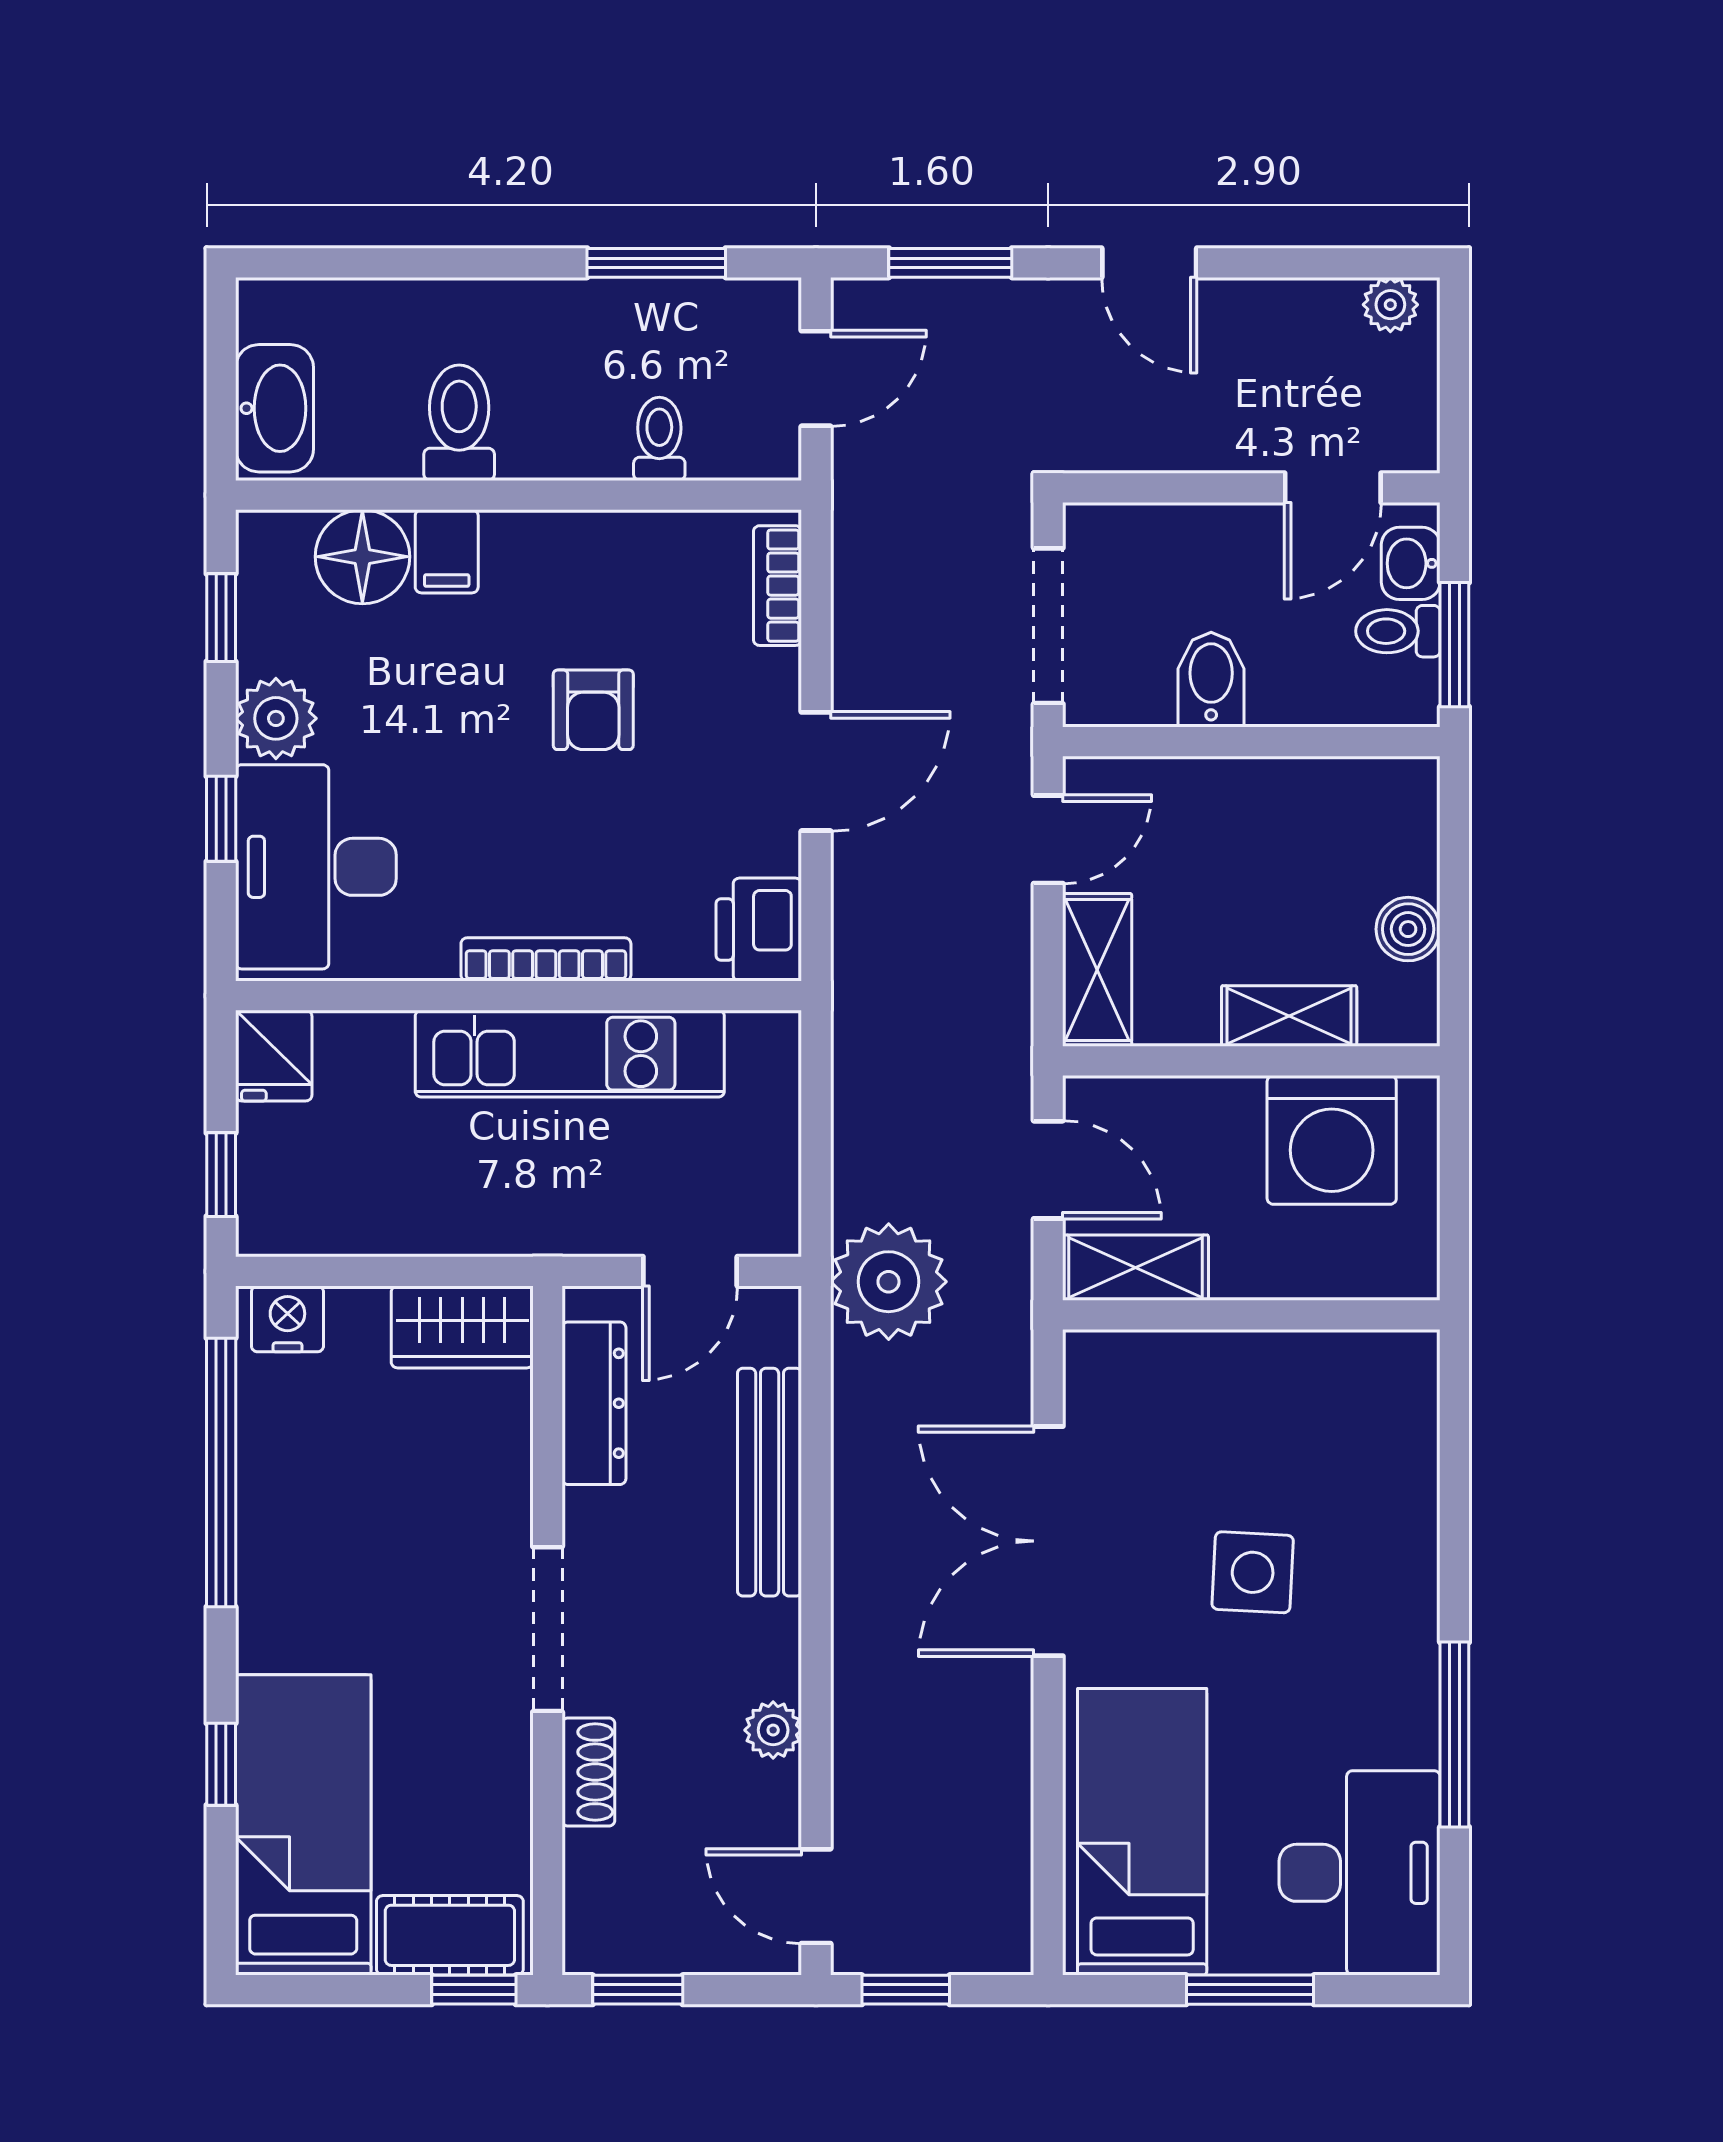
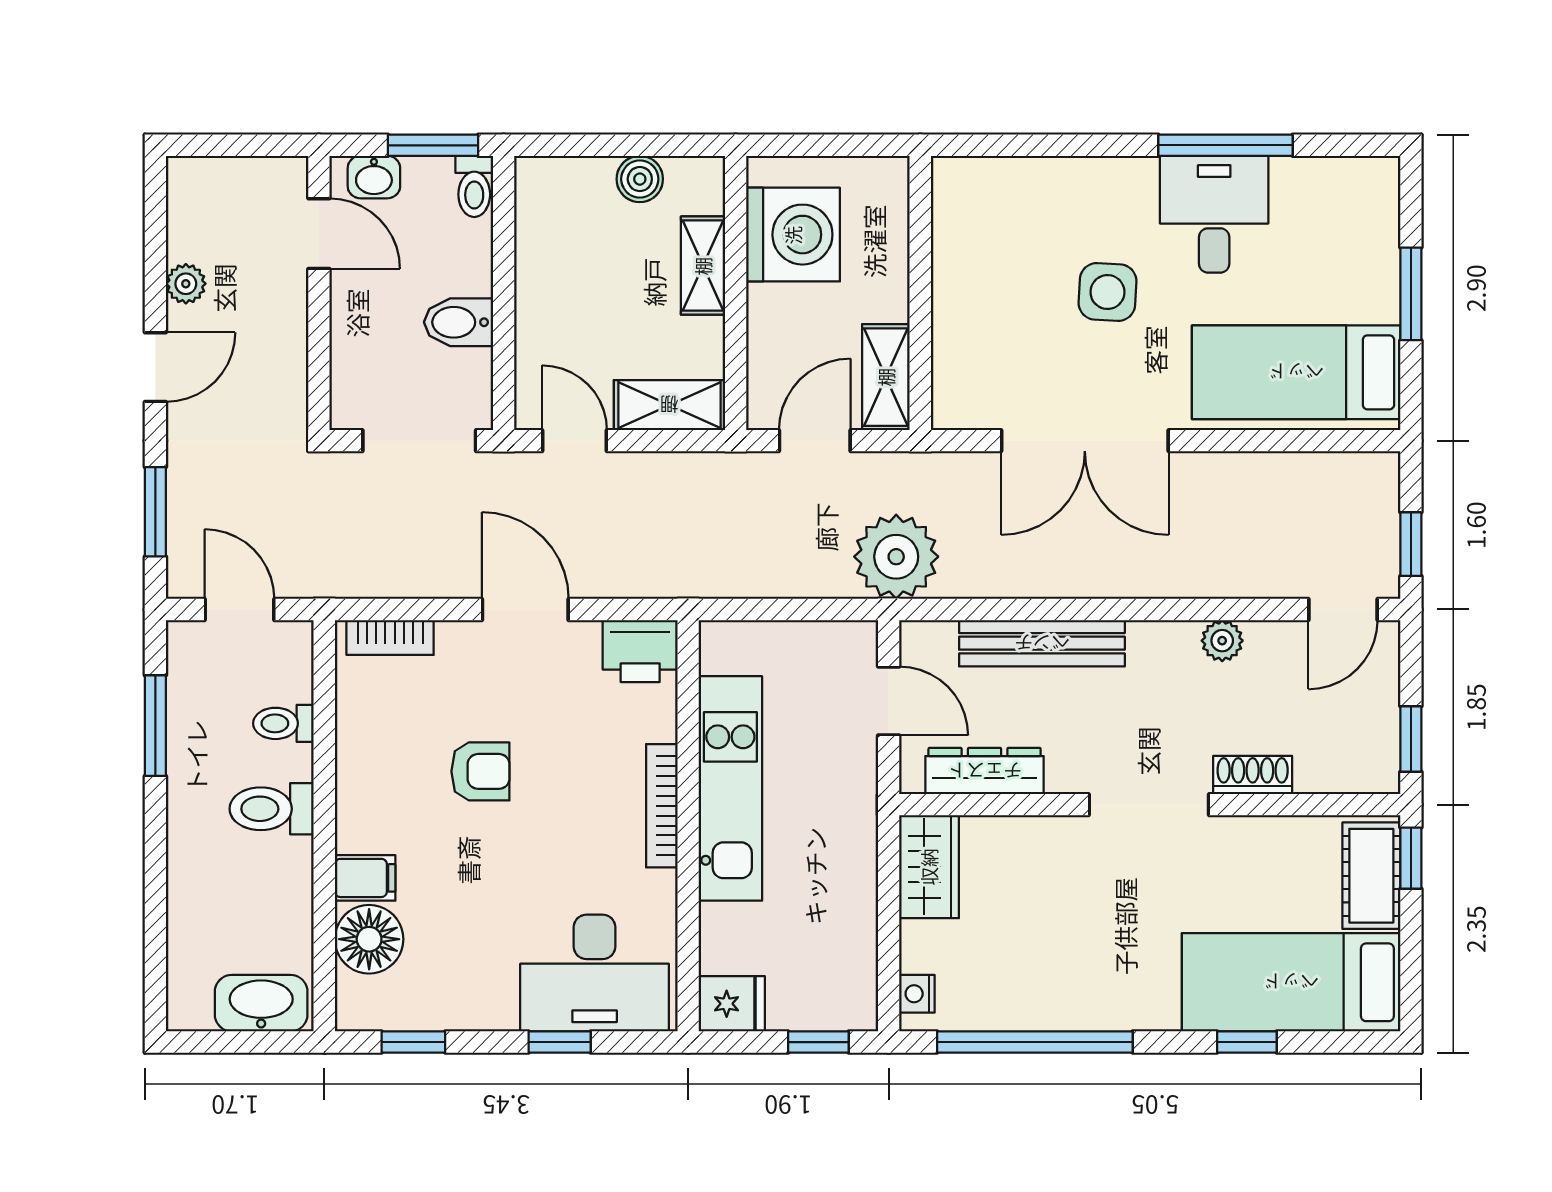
plant: (1390, 305) -> (186, 284), moved
toilet: (459, 423) -> (272, 809), moved
toilet: (1398, 631) -> (474, 186), moved
plant: (276, 718) -> (487, 1002), removed
nightstand: (287, 1319) -> (917, 994), width x0.72, depth x0.74
desk: (1360, 1873) -> (1214, 214), moved, width x0.73

